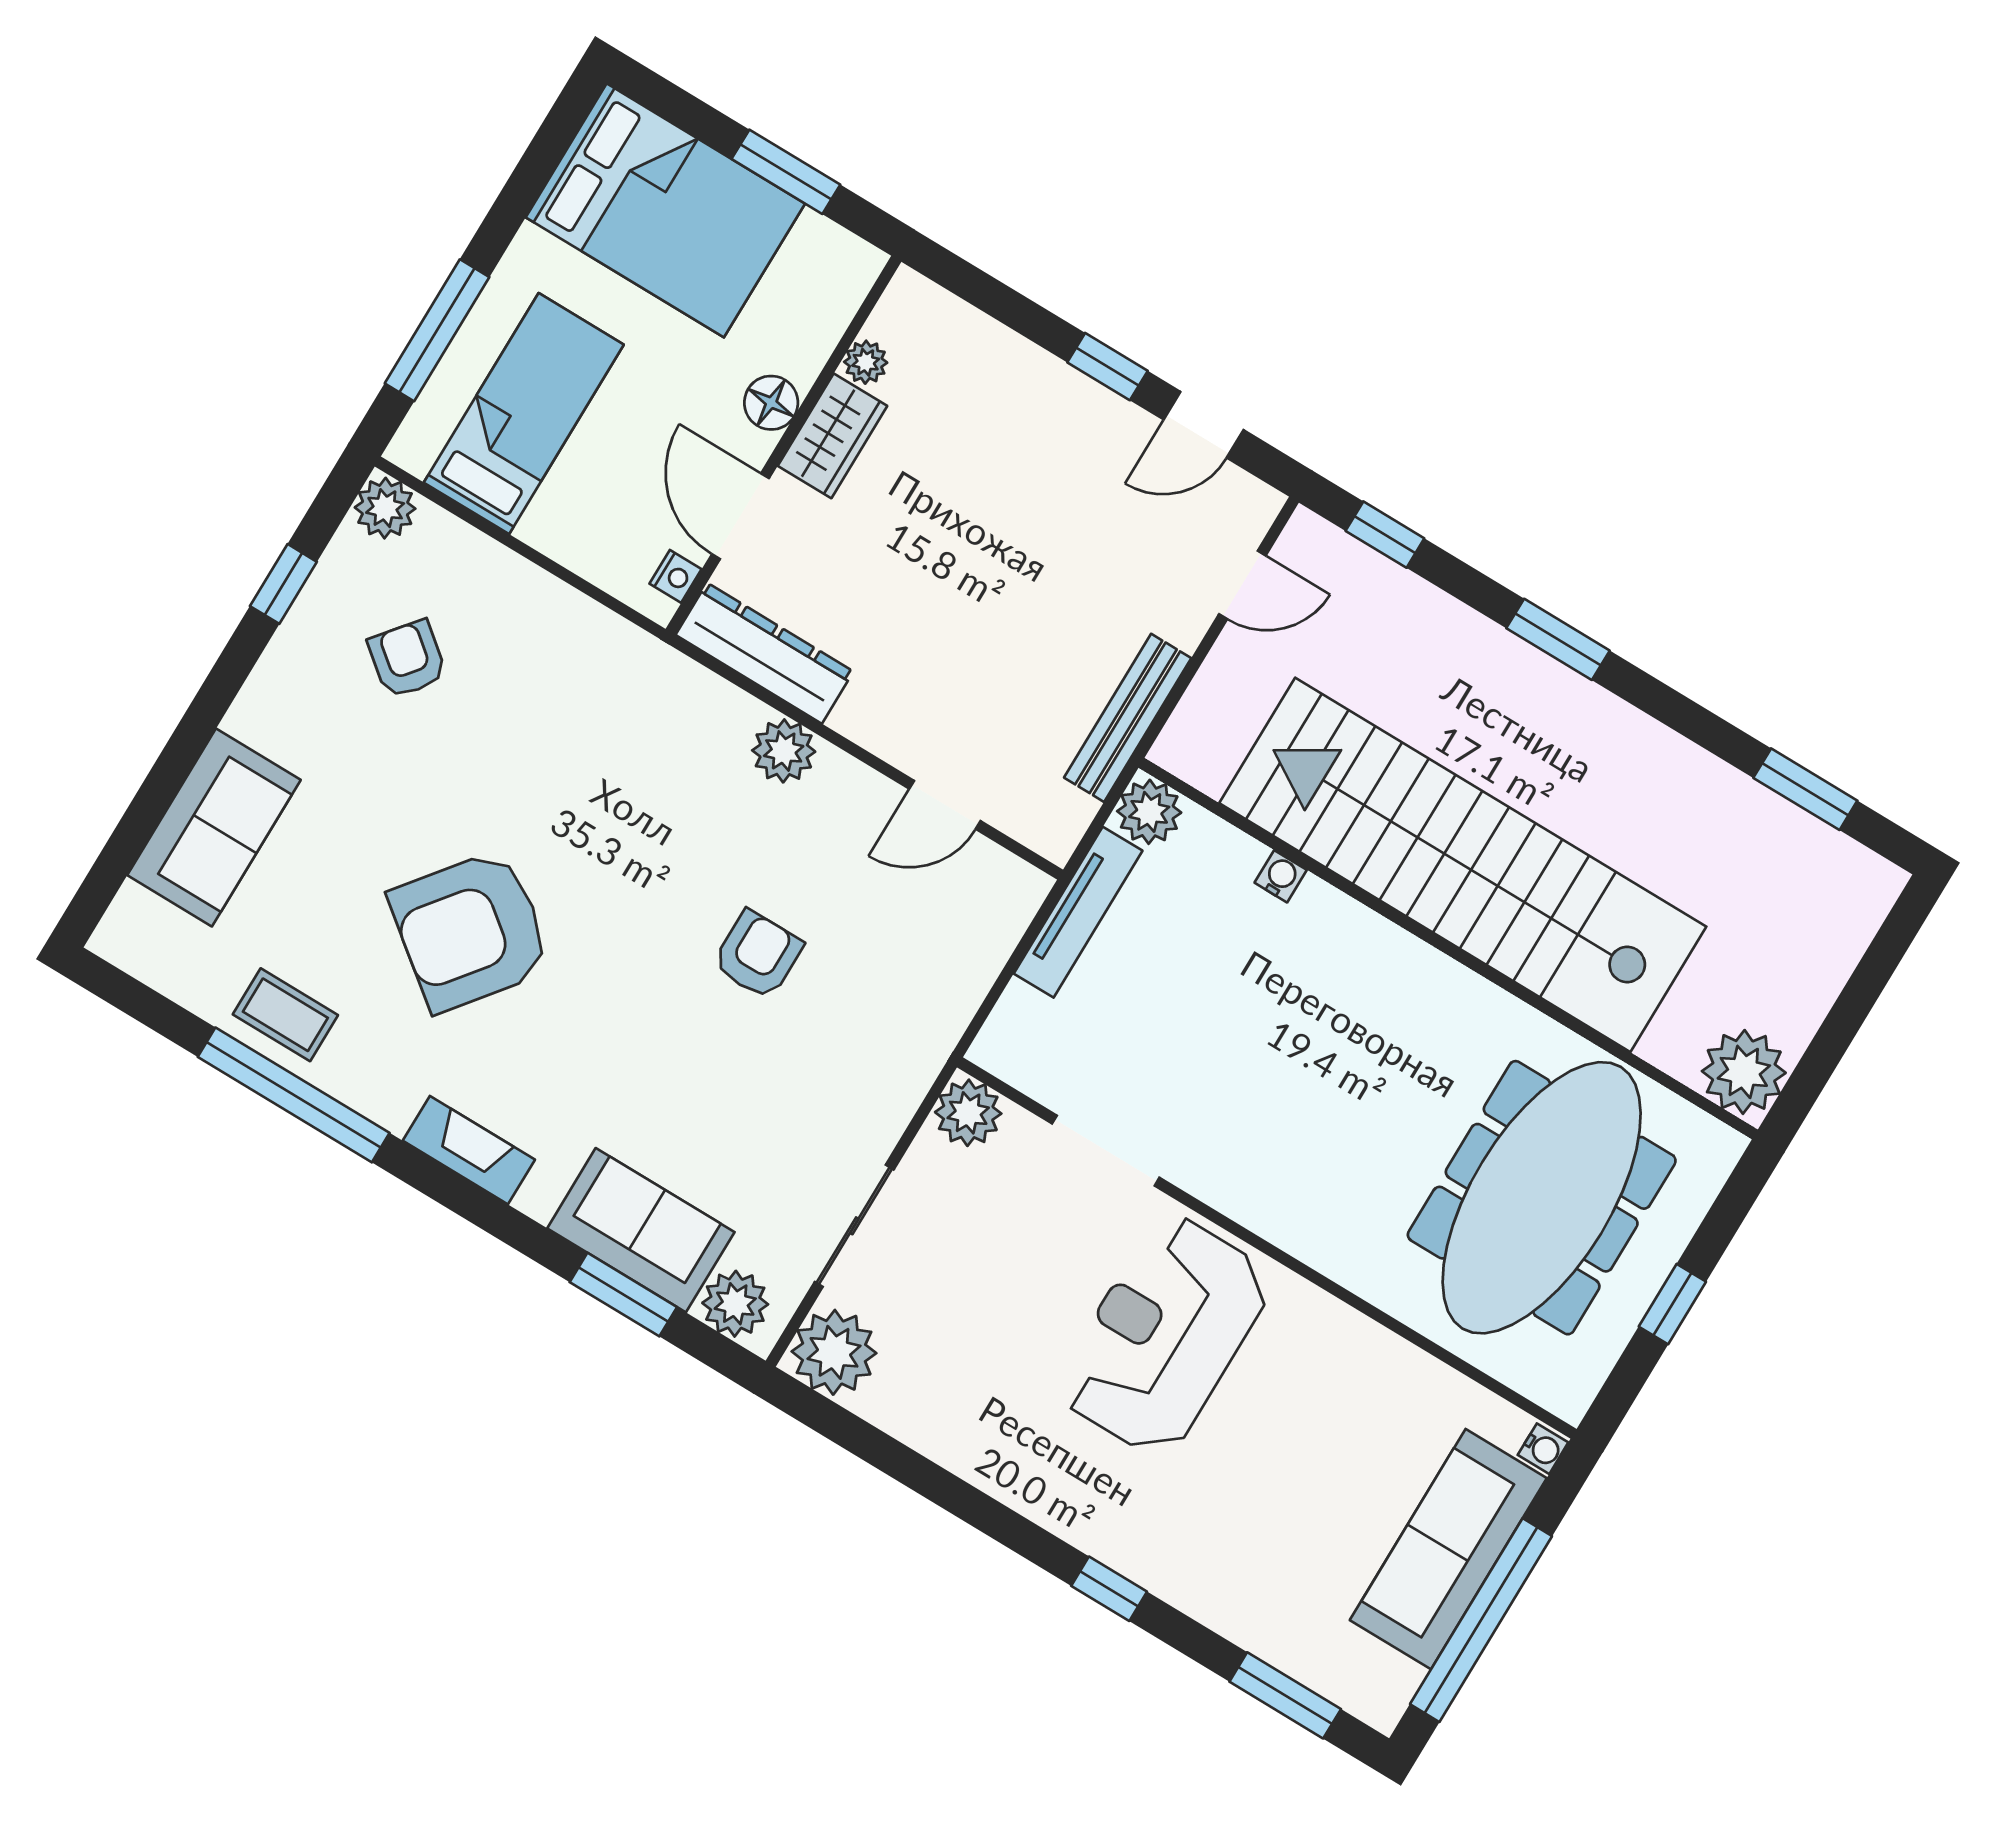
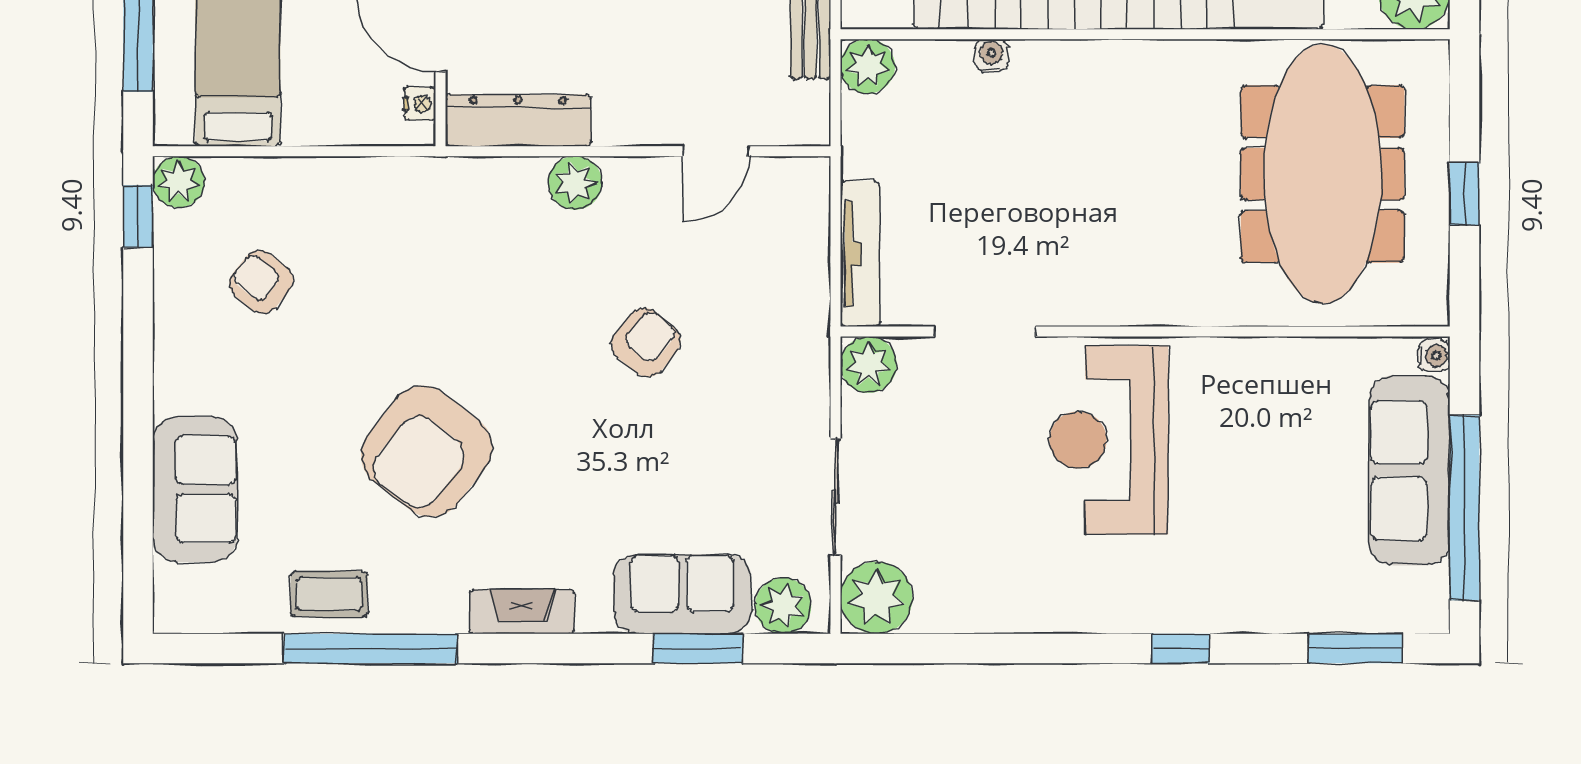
window: (283, 584) -> (138, 216), moved
tv unit: (1078, 912) -> (860, 254), moved
armchair: (758, 955) -> (646, 342), turned 39

